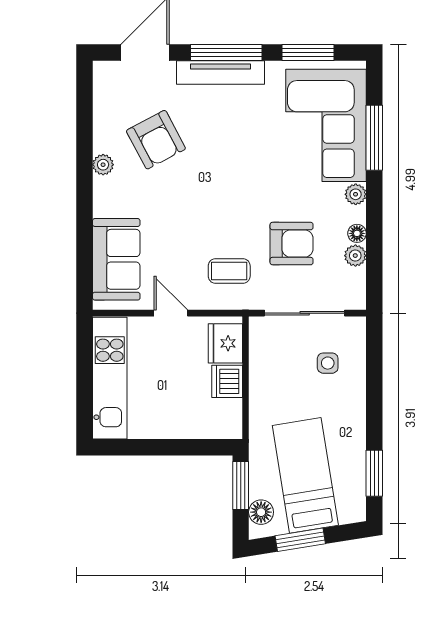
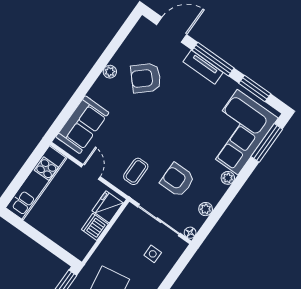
tv unit: (221, 73) -> (203, 67), width x0.71
window: (374, 138) -> (267, 143), moved
armchair: (156, 140) -> (146, 78), turned 76
floor lamp: (357, 233) -> (190, 233), moved
armchair: (292, 244) -> (177, 180), turned 180
coffee table: (229, 271) -> (136, 171), turned 90

